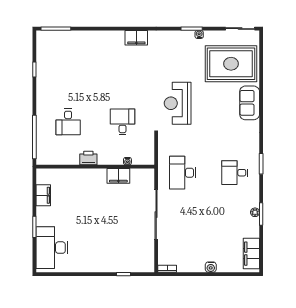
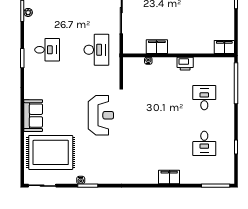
filing cabinet: (136, 38) -> (169, 177), moved
desk: (122, 122) -> (204, 143), moved
filing cabinet: (43, 195) -> (224, 47), moved, turned 90

